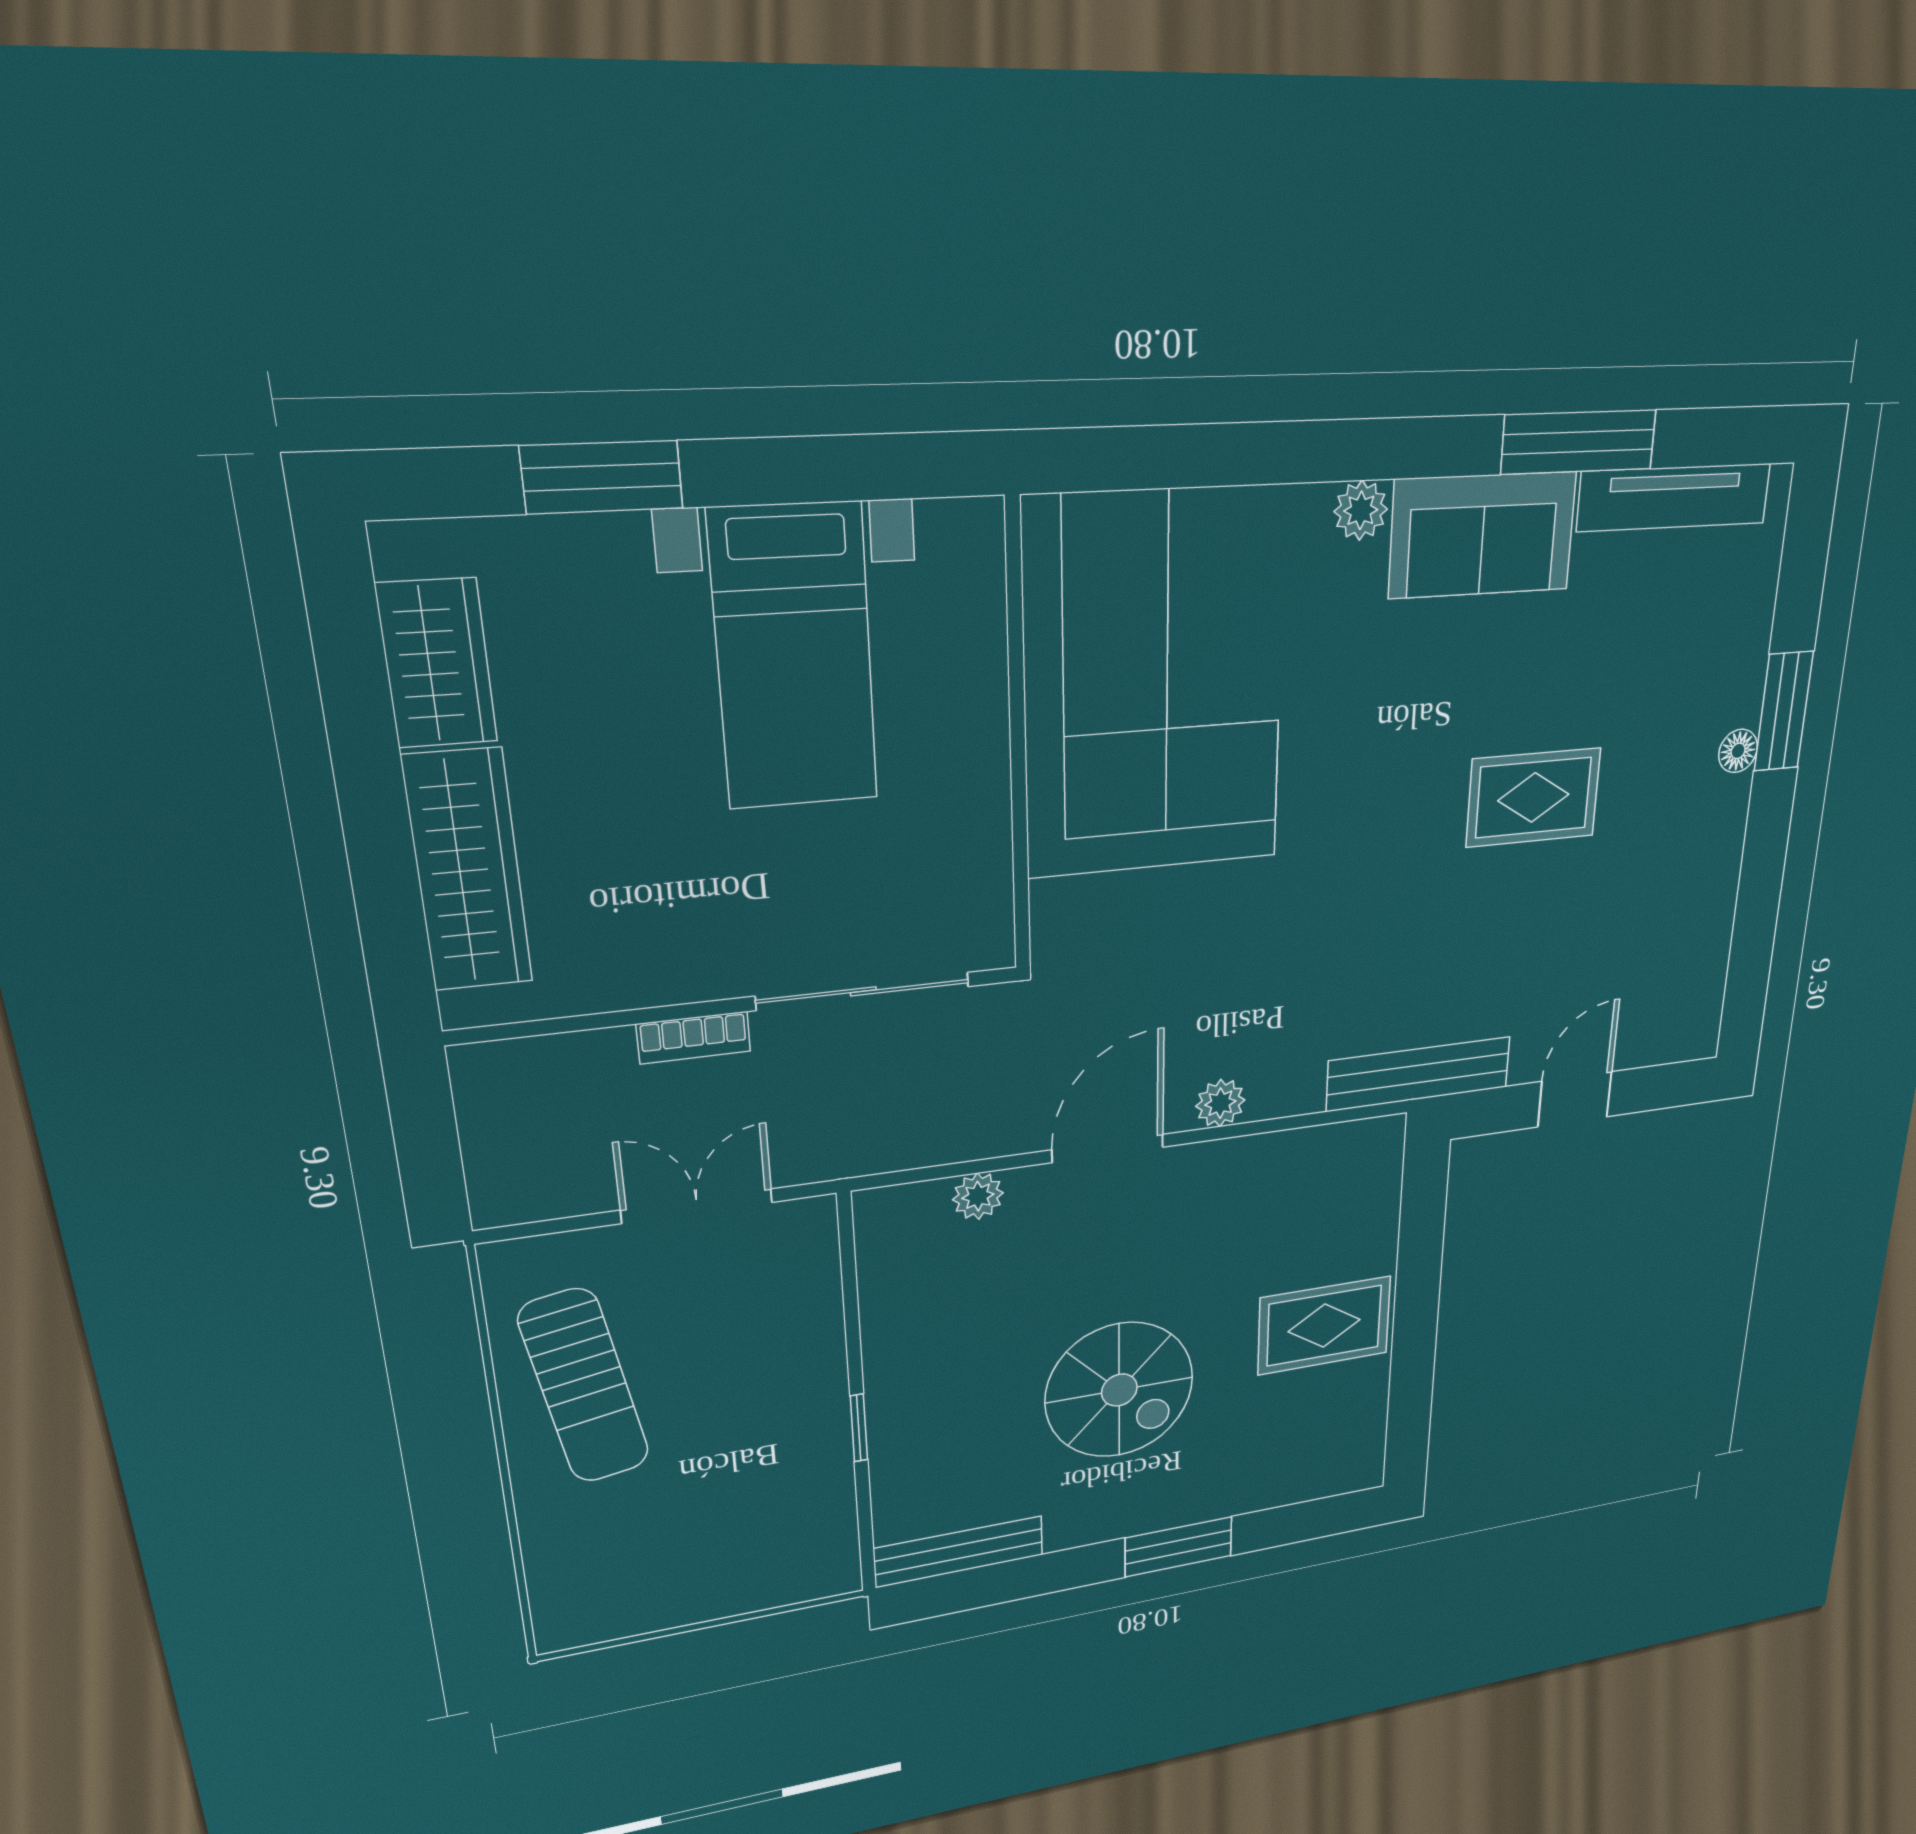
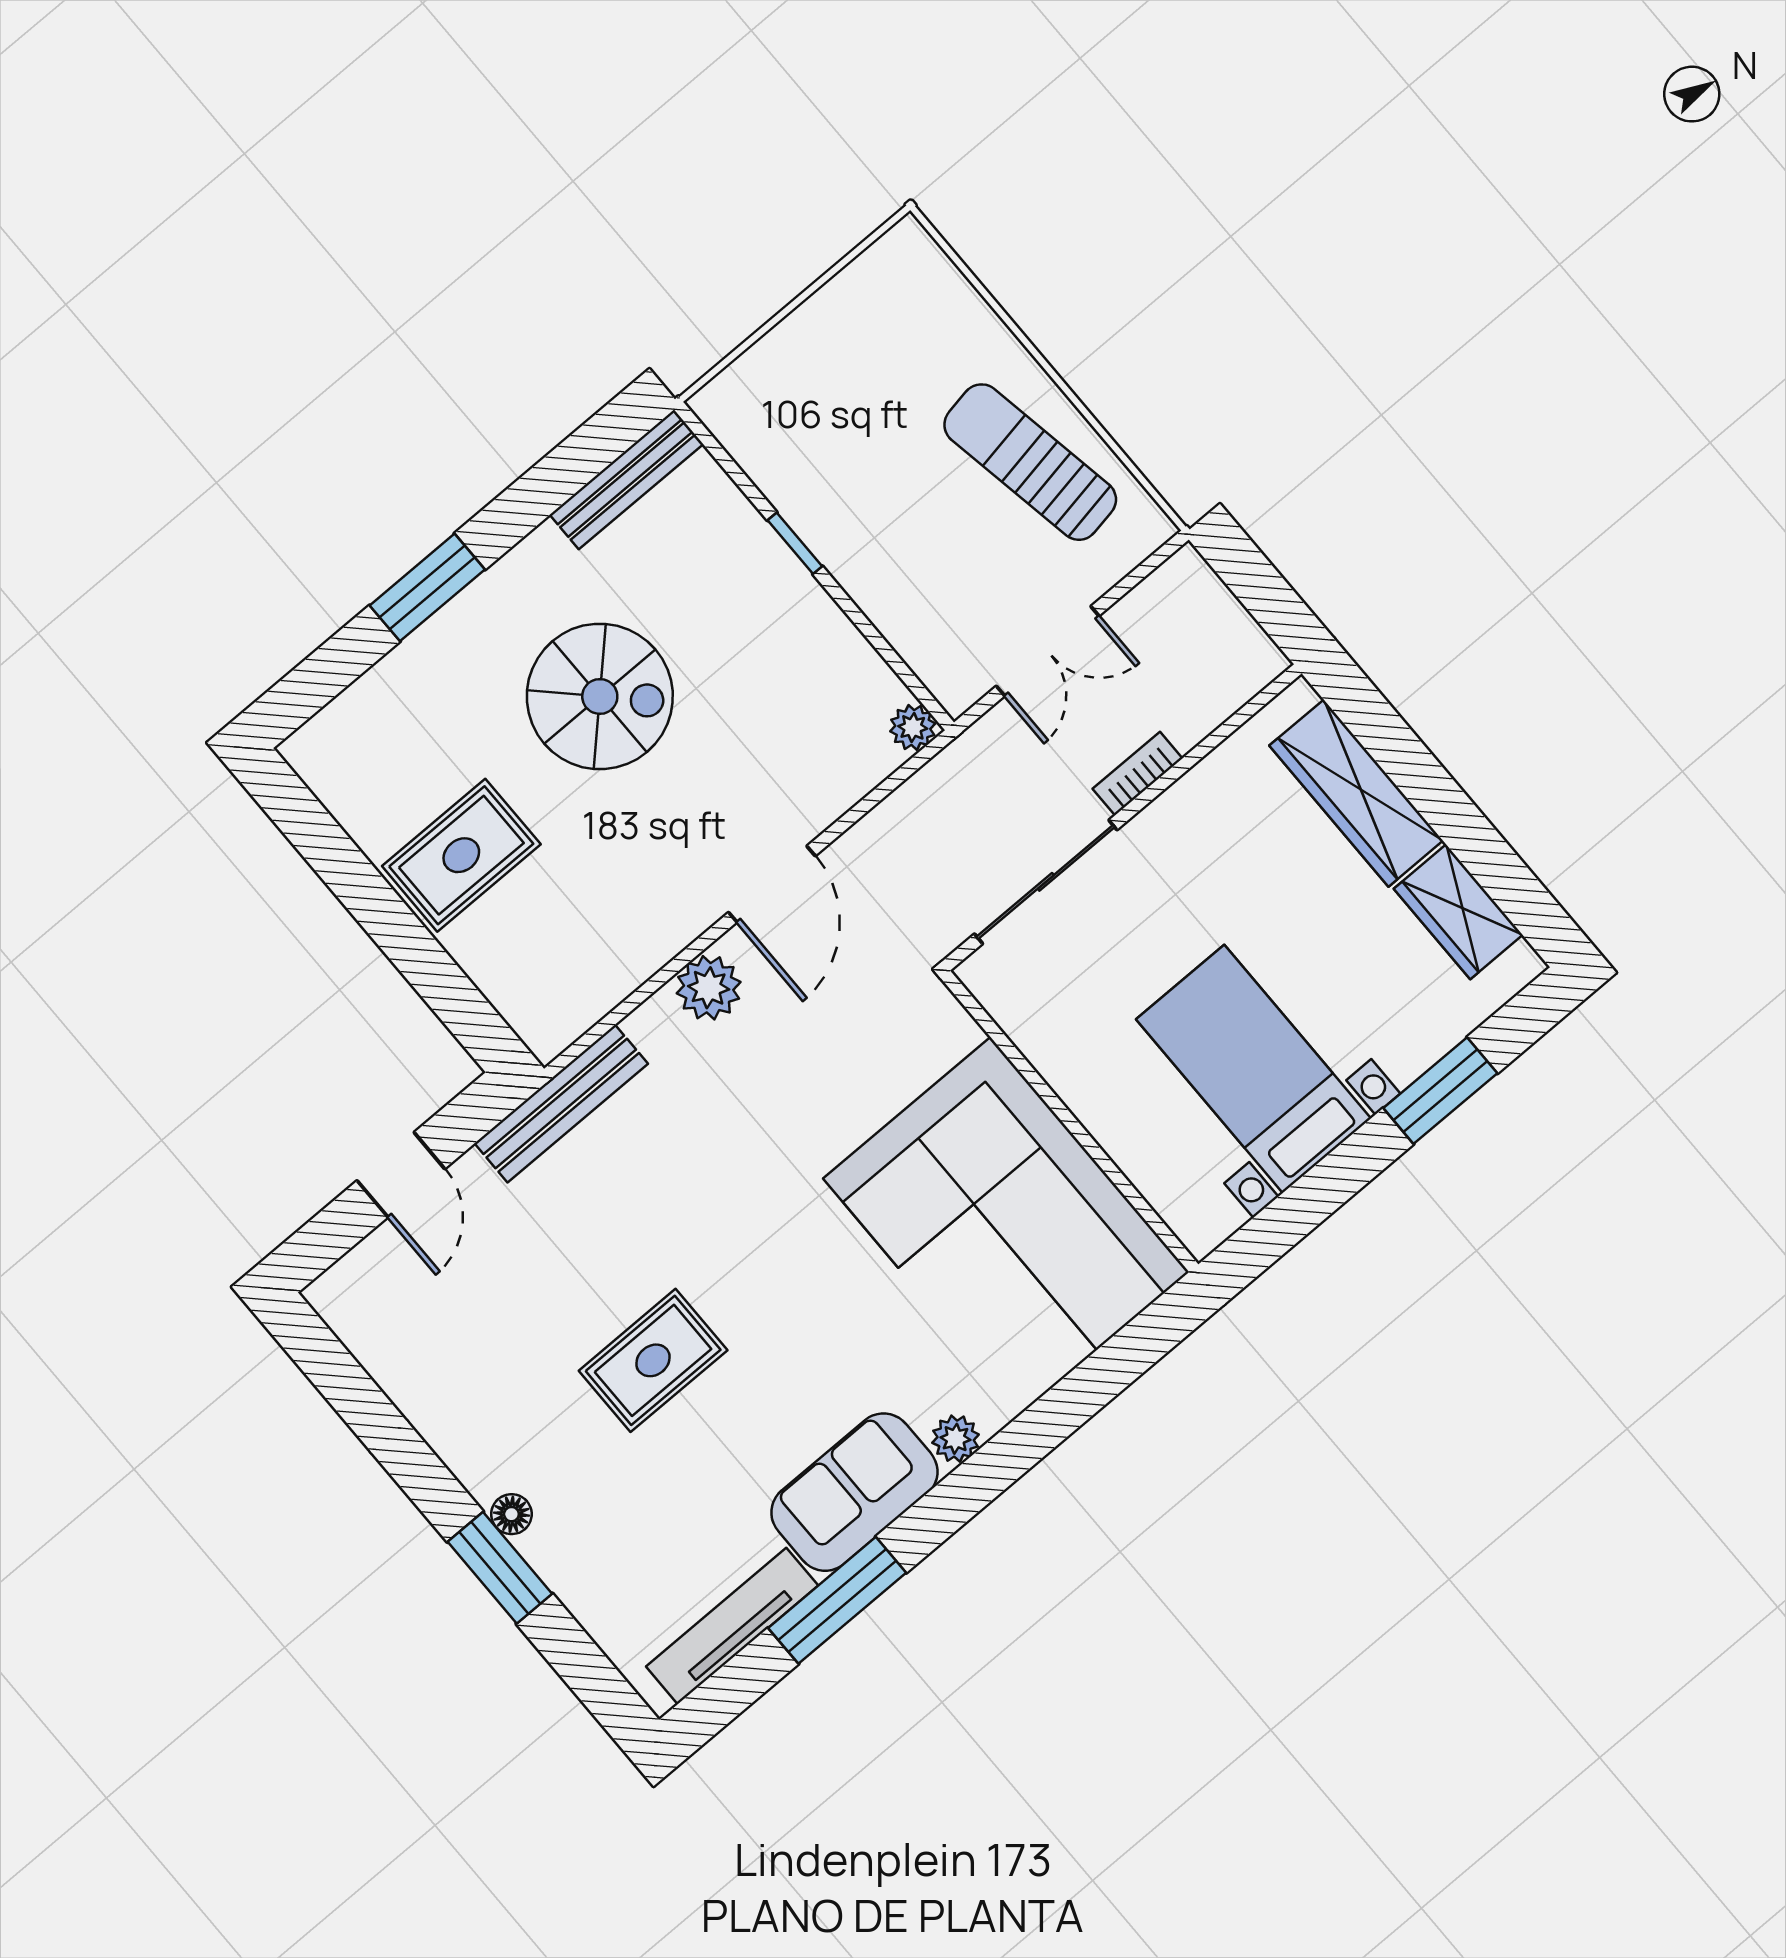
plant: (1220, 1103) -> (709, 988), width x1.38, depth x1.38
plant: (978, 1196) -> (913, 727), moved
spiral stairs: (1119, 1390) -> (600, 696), turned 180

